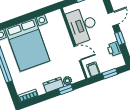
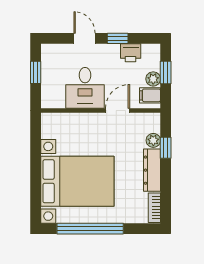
desk: (82, 25) -> (85, 88), width x0.73
plant: (104, 68) -> (153, 79), added
dresser: (53, 85) -> (152, 170), width x1.44

